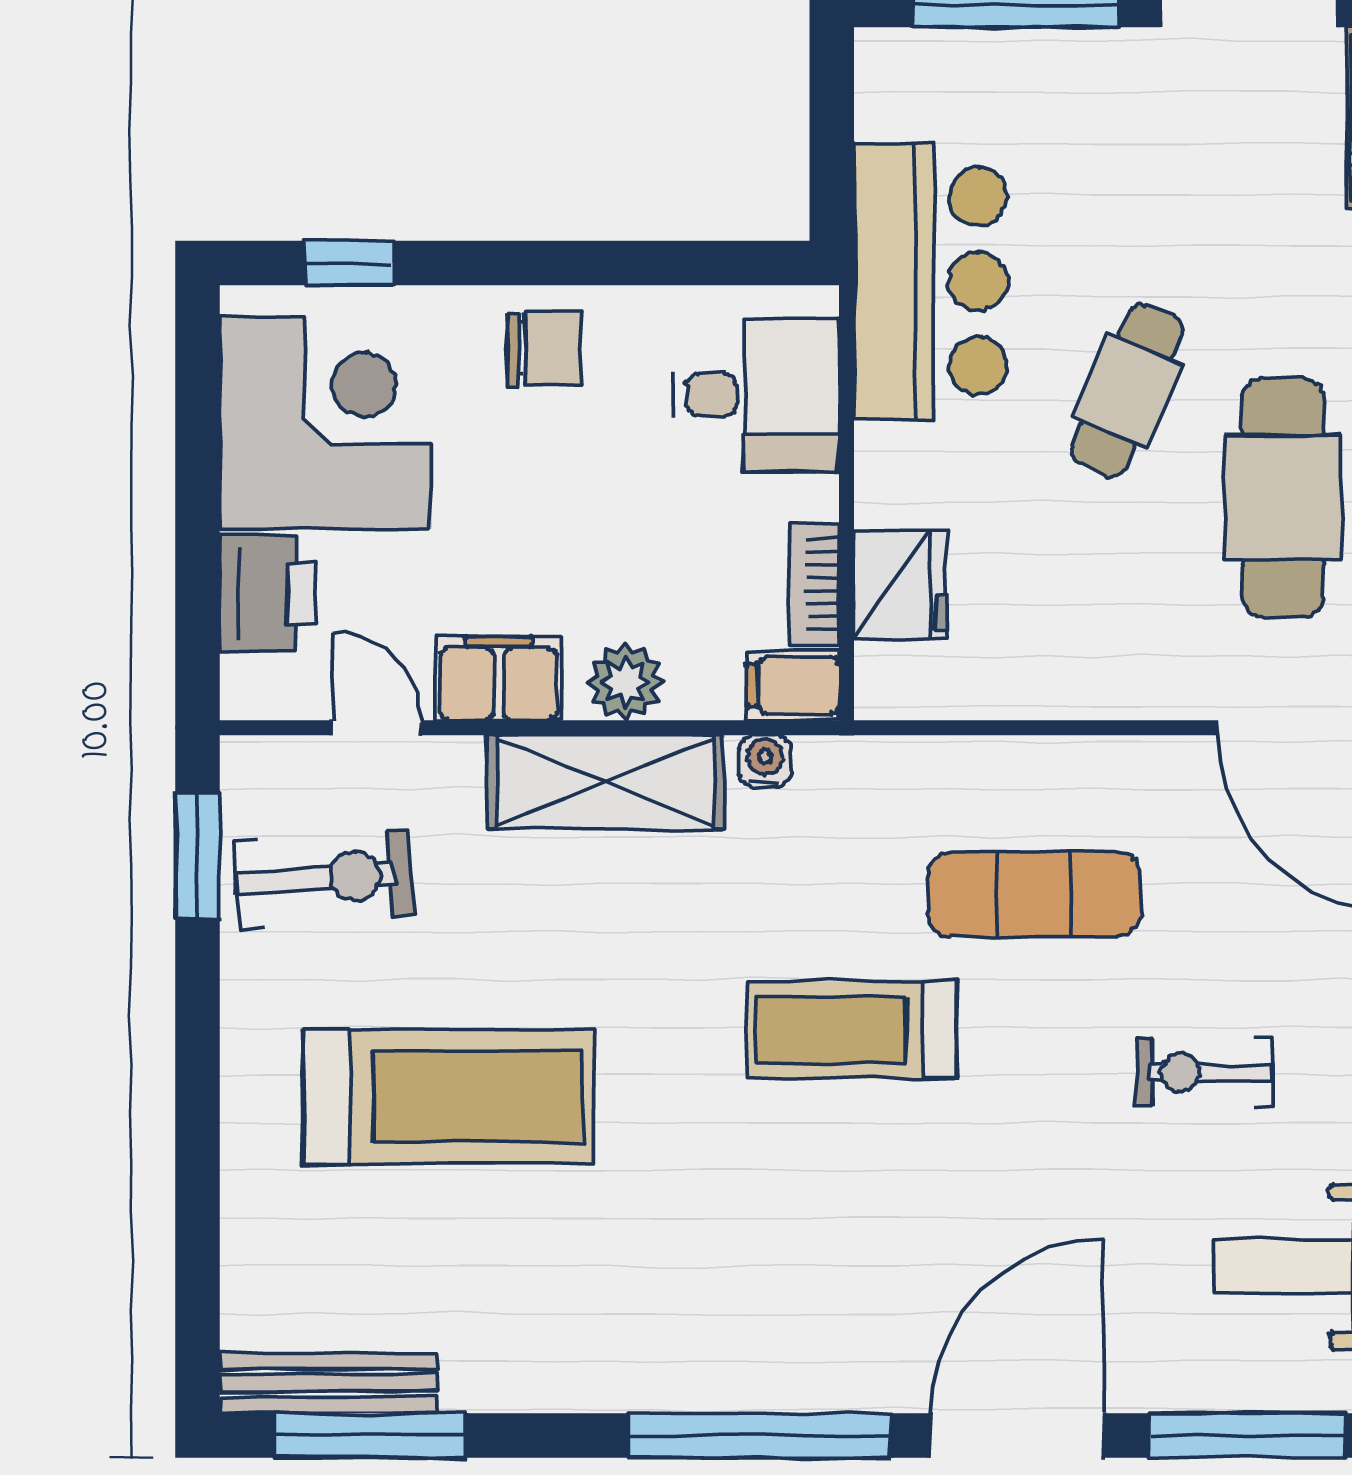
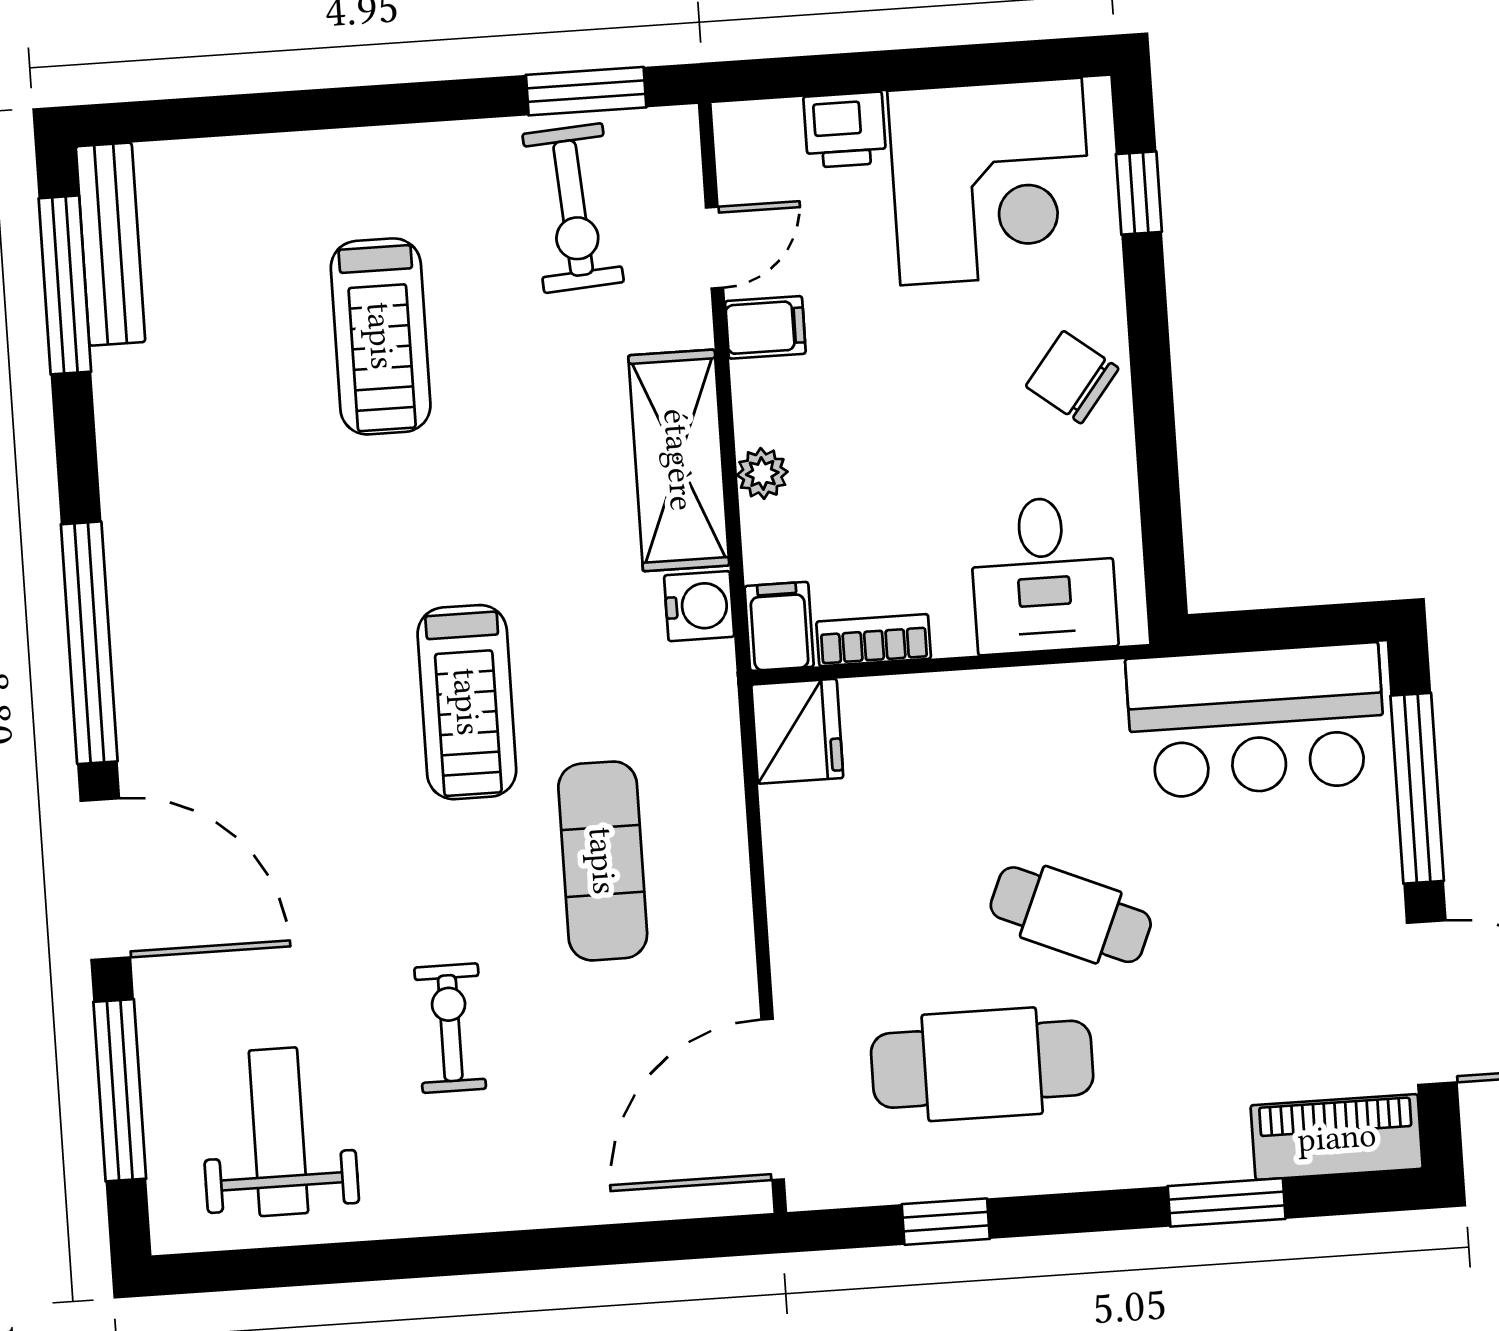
bar counter: (930, 281) -> (1256, 721), moved
chair: (544, 349) -> (1072, 377), turned 128
fridge: (900, 585) -> (797, 731), moved, turned -90
printer: (268, 593) -> (845, 130), width x0.73, depth x0.81
filing cabinet: (499, 678) -> (765, 327), width x0.50
plant: (625, 682) -> (762, 473), width x0.73, depth x0.73
water cooler: (765, 761) -> (699, 606), width x1.38, depth x1.38
treadmill: (852, 1030) -> (467, 702), turned 180
treadmill: (449, 1097) -> (381, 336), width x0.73, depth x0.73

